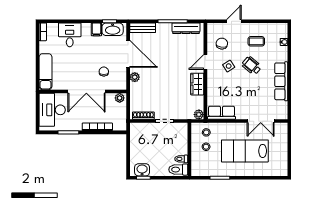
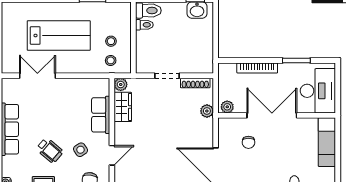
plant: (135, 77) -> (207, 111), moved
wardrobe: (197, 84) -> (123, 107), moved
row of seats: (222, 113) -> (101, 115), moved, turned 90

